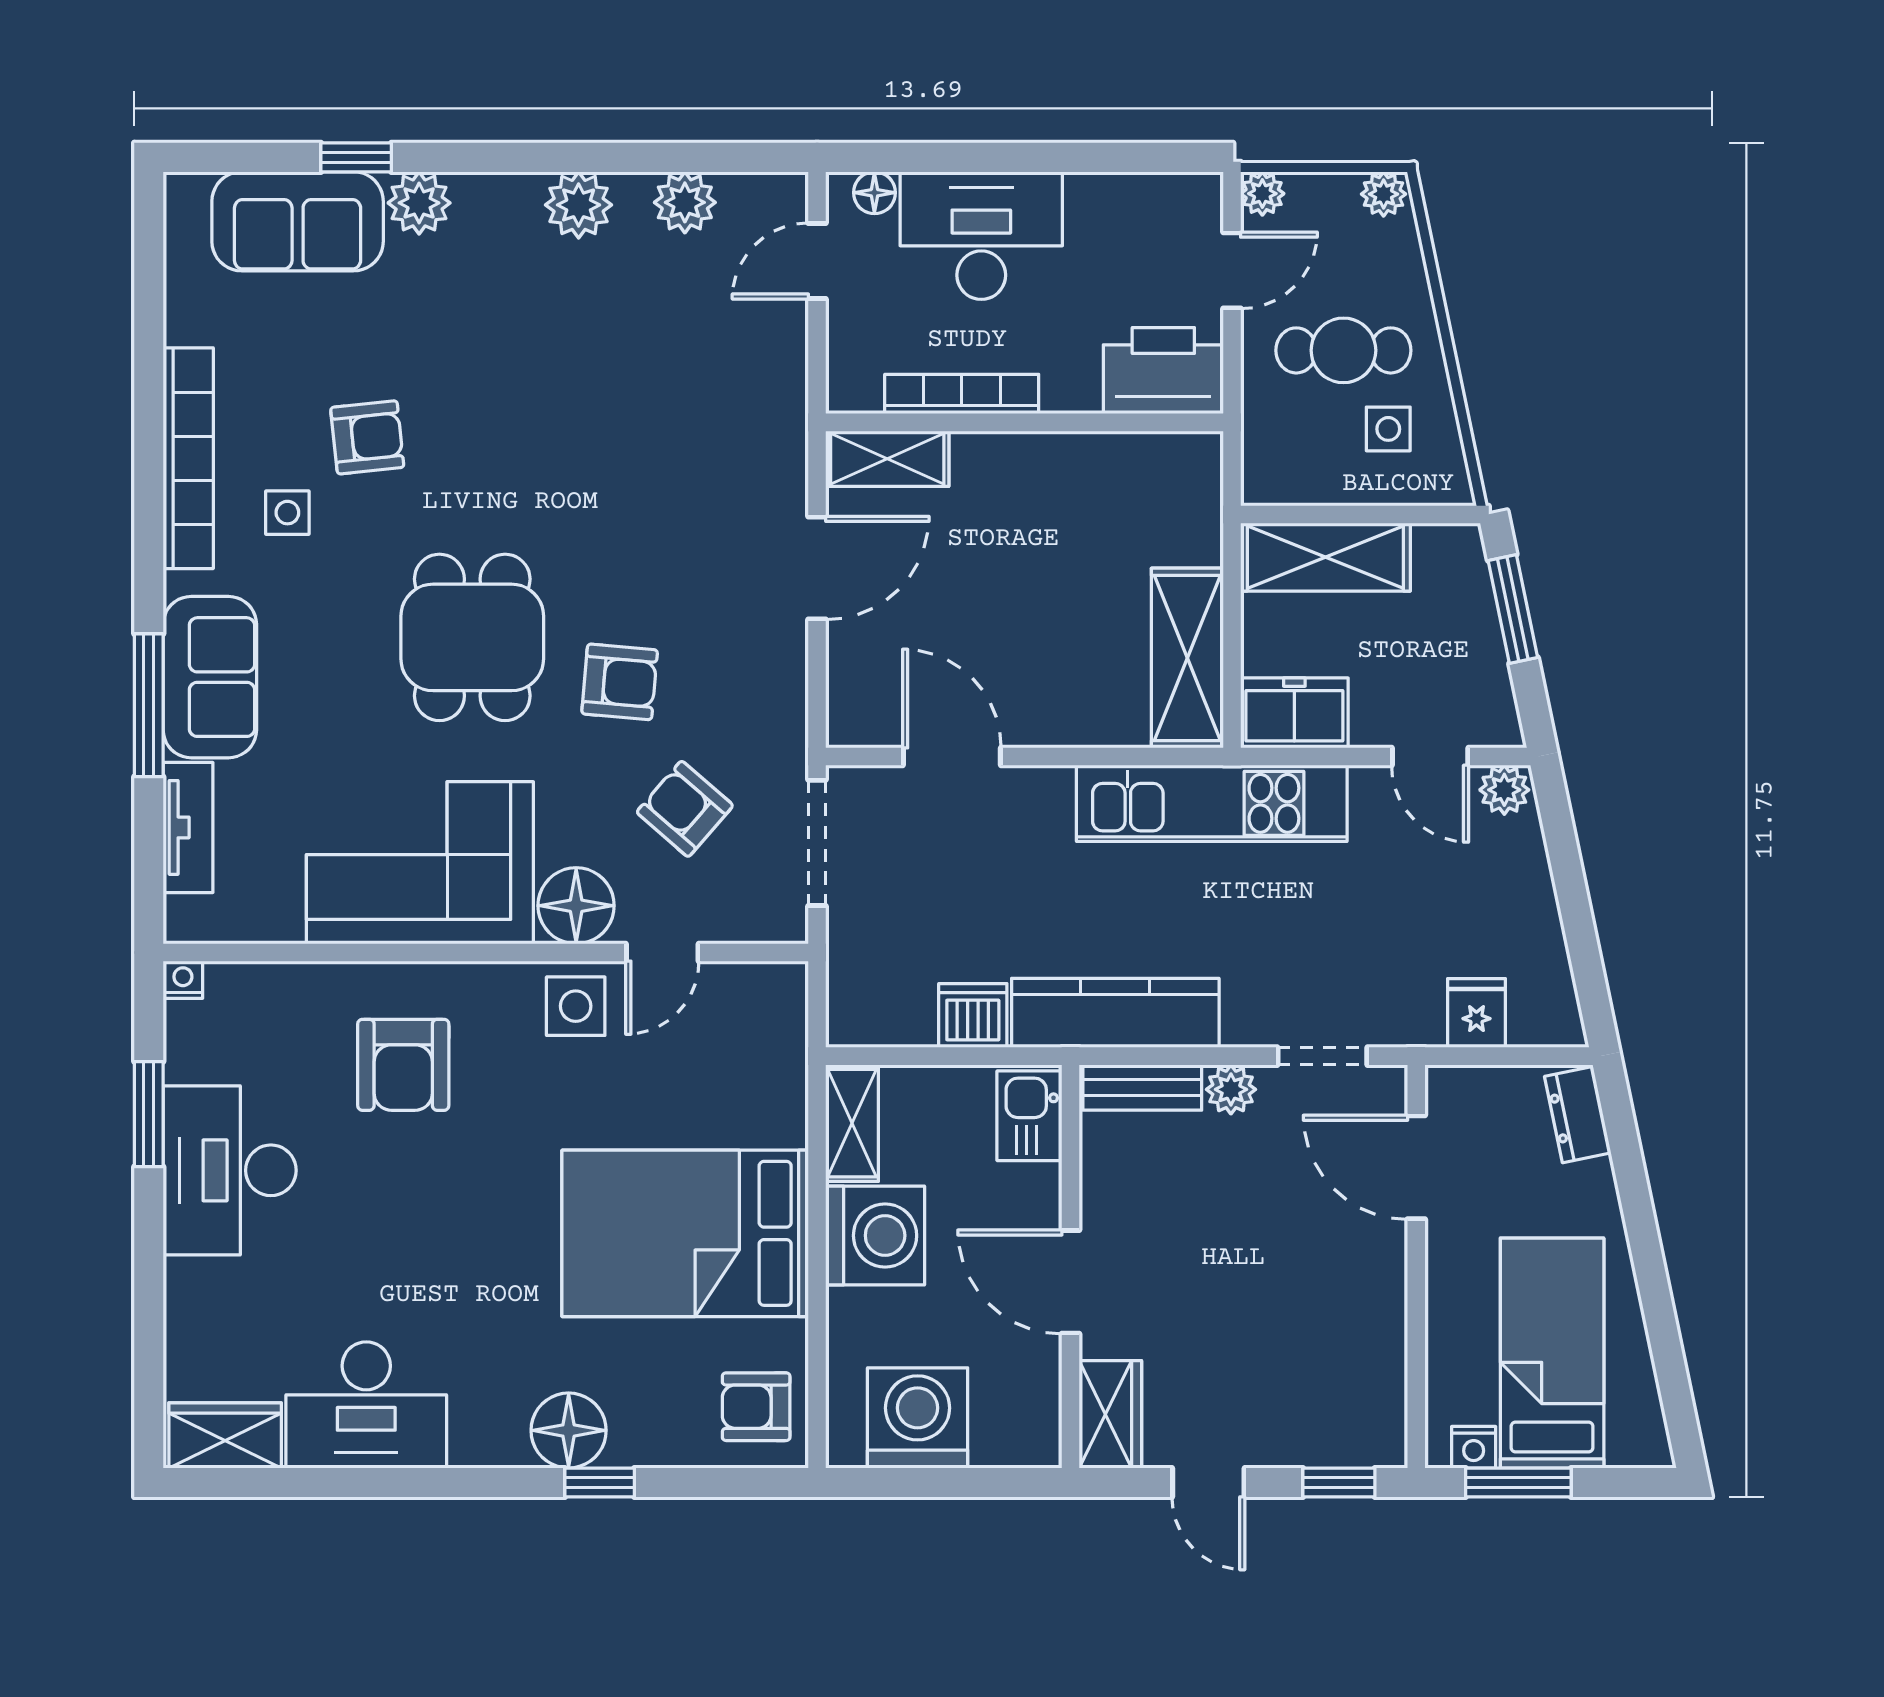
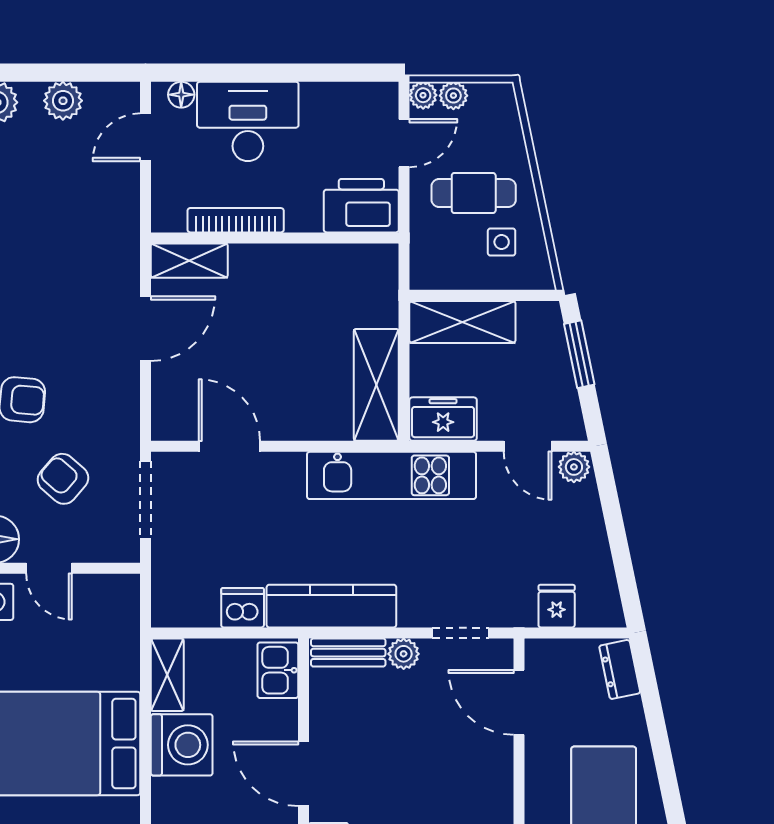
plant: (1384, 194) -> (453, 96), moved
door: (662, 952) -> (49, 568), hinge flipped

